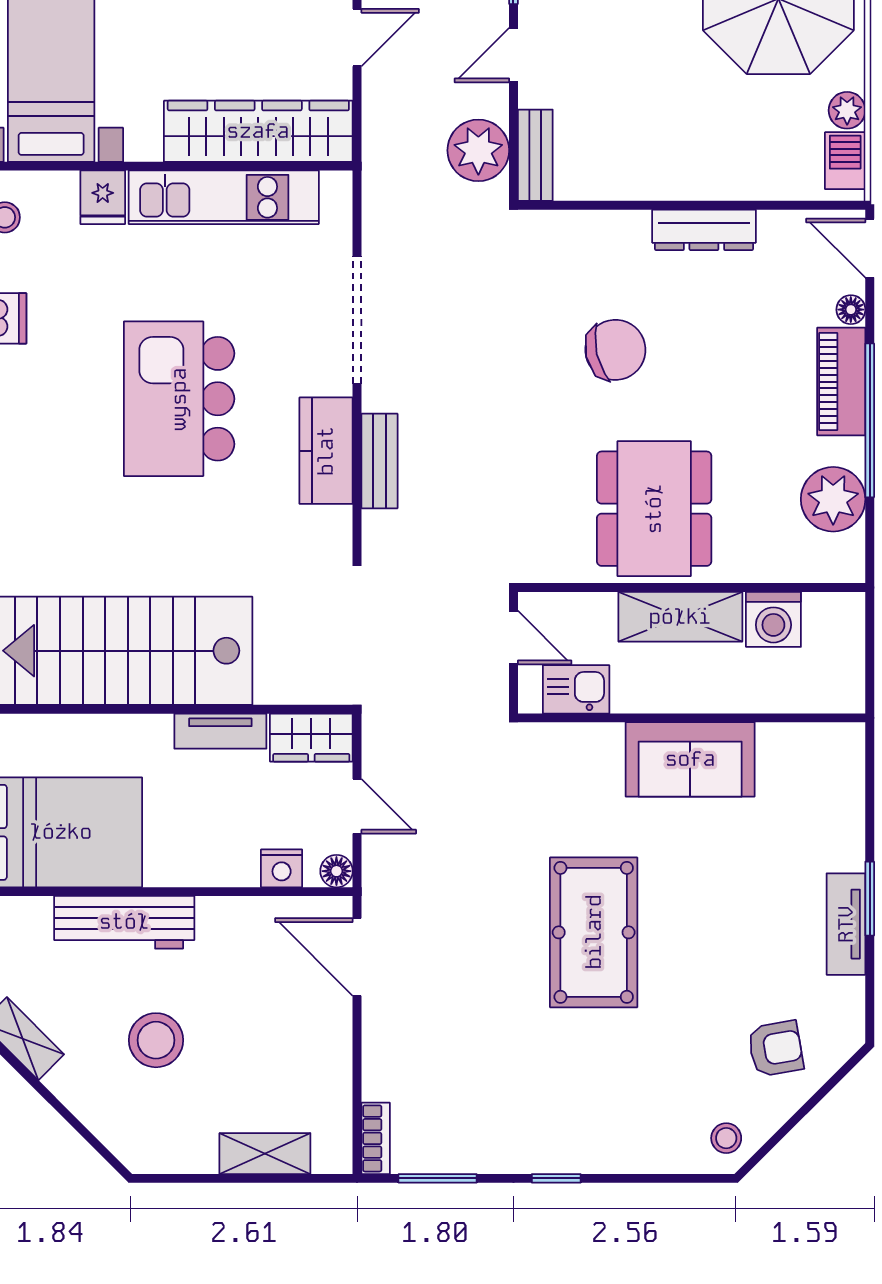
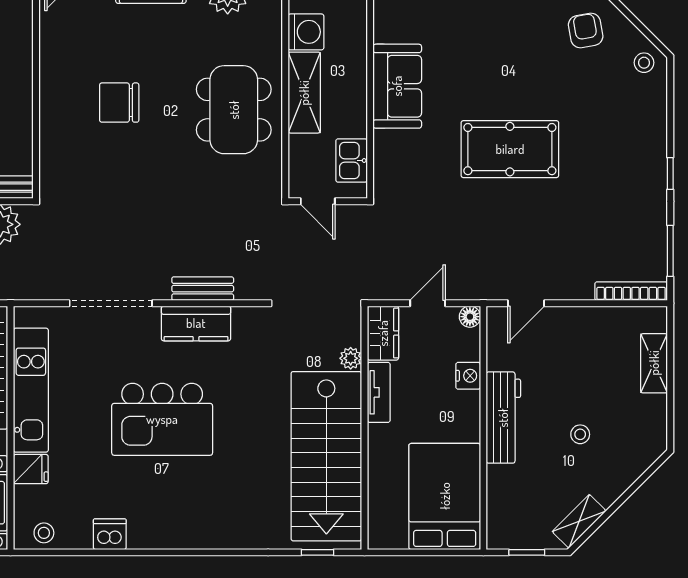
dresser: (704, 230) -> (52, 77), removed
chair: (615, 350) -> (119, 103), moved, turned -77
dining table: (654, 509) -> (234, 110), turned 90
door: (513, 638) -> (318, 201), swing flipped
plant: (273, 688) -> (351, 358), added
nightstand: (282, 868) -> (468, 376), moved
workbench: (124, 922) -> (503, 418), moved
door: (357, 957) -> (526, 303), width x0.73
stool: (156, 1040) -> (580, 434), width x0.53, depth x0.53
bookcase: (376, 1138) -> (631, 291), width x1.56

